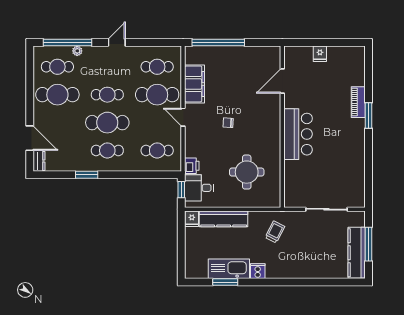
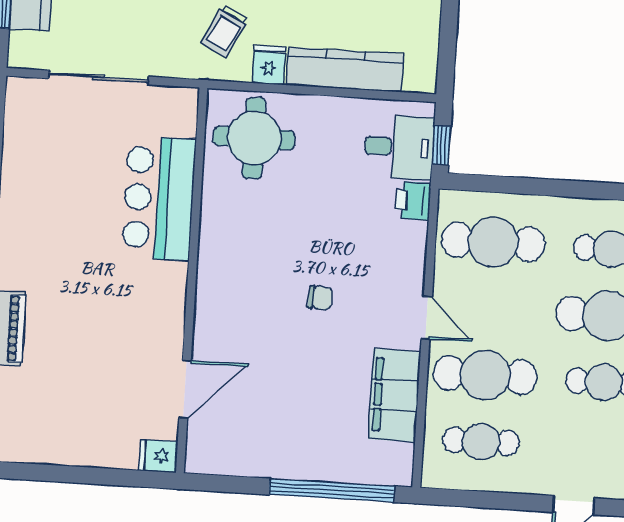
fridge: (320, 54) -> (158, 456), moved, turned -90
bar counter: (298, 134) -> (159, 198), moved
cafe table: (157, 150) -> (493, 242), width x1.37, depth x1.35
round table: (247, 172) -> (254, 138), moved
fridge: (192, 219) -> (269, 65), moved

